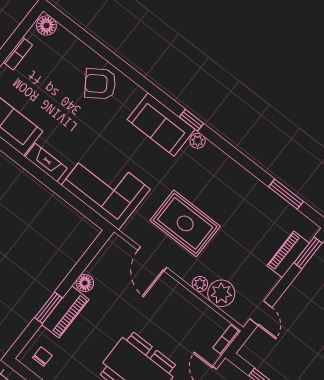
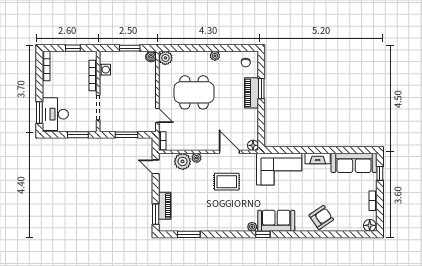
rug: (185, 223) -> (227, 182), width x0.73, depth x0.70
floor lamp: (85, 283) -> (253, 145), moved

